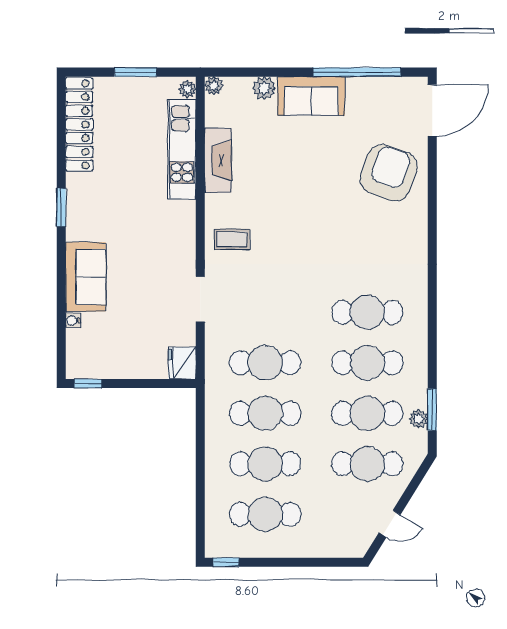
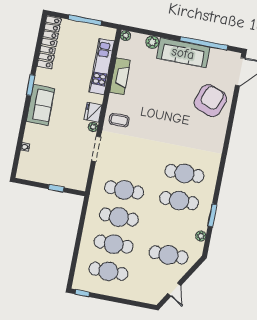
window: (136, 72) -> (85, 20), width x1.44
plant: (187, 89) -> (93, 127), moved
sofa: (311, 96) -> (183, 53), width x1.36
sofa: (86, 277) -> (41, 105), moved
fridge: (182, 363) -> (93, 112), moved
window: (88, 383) -> (56, 188), moved
window: (432, 410) -> (212, 215), moved
cafe table: (367, 413) -> (174, 228), removed
door: (390, 524) -> (174, 289), hinge flipped

